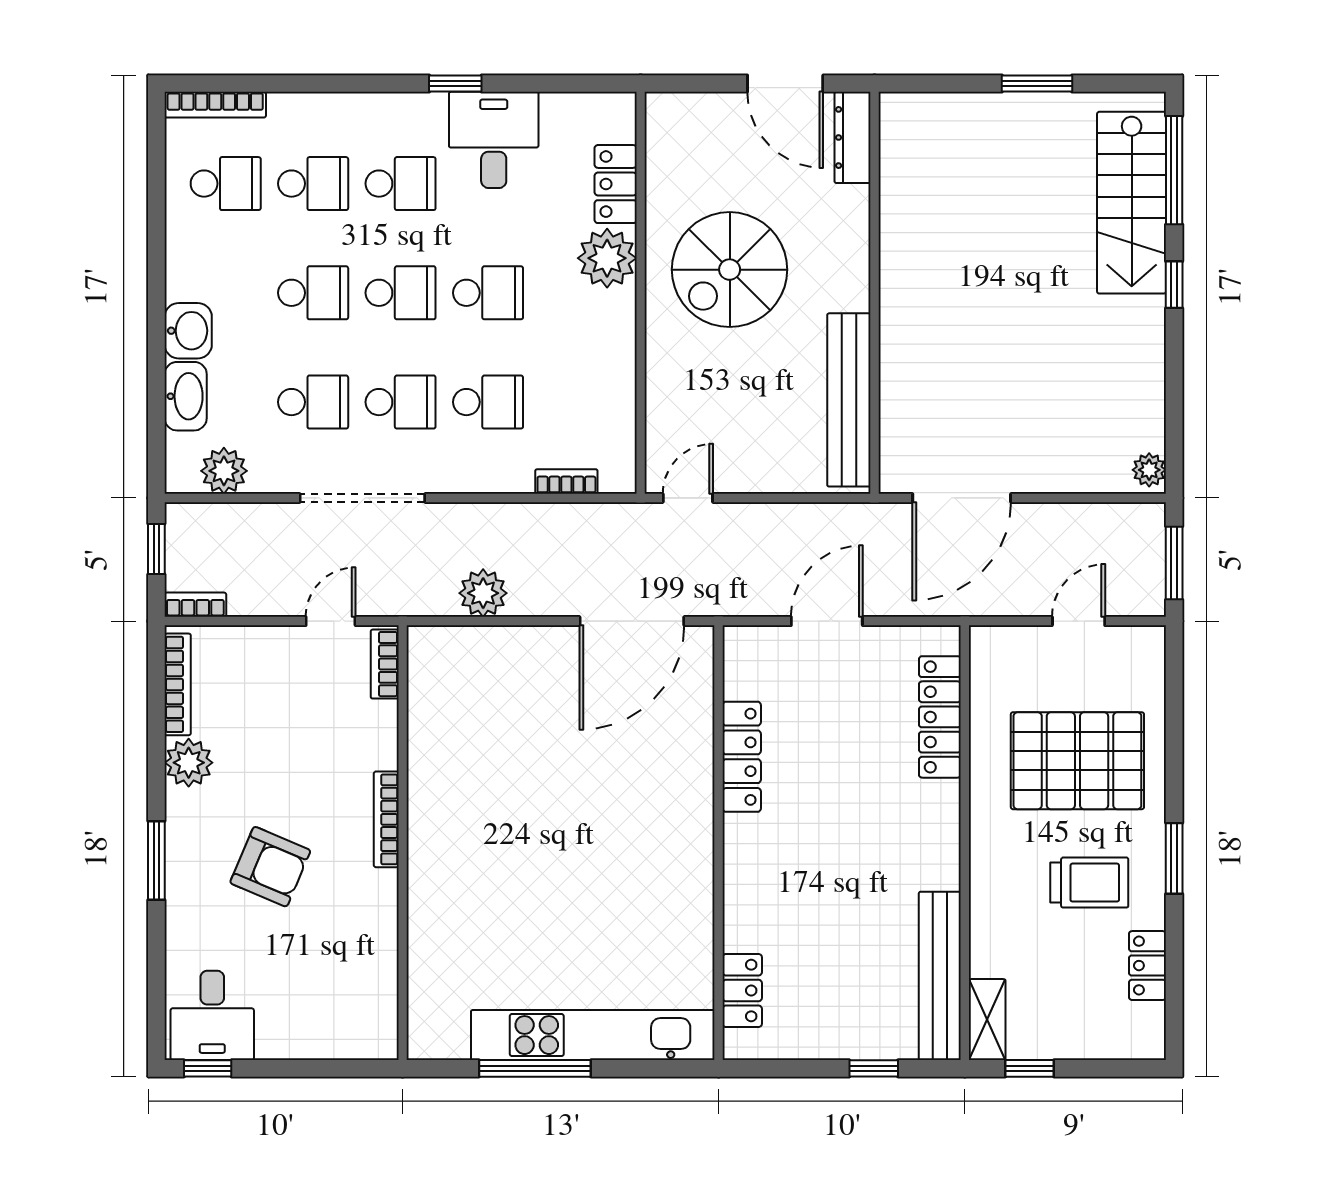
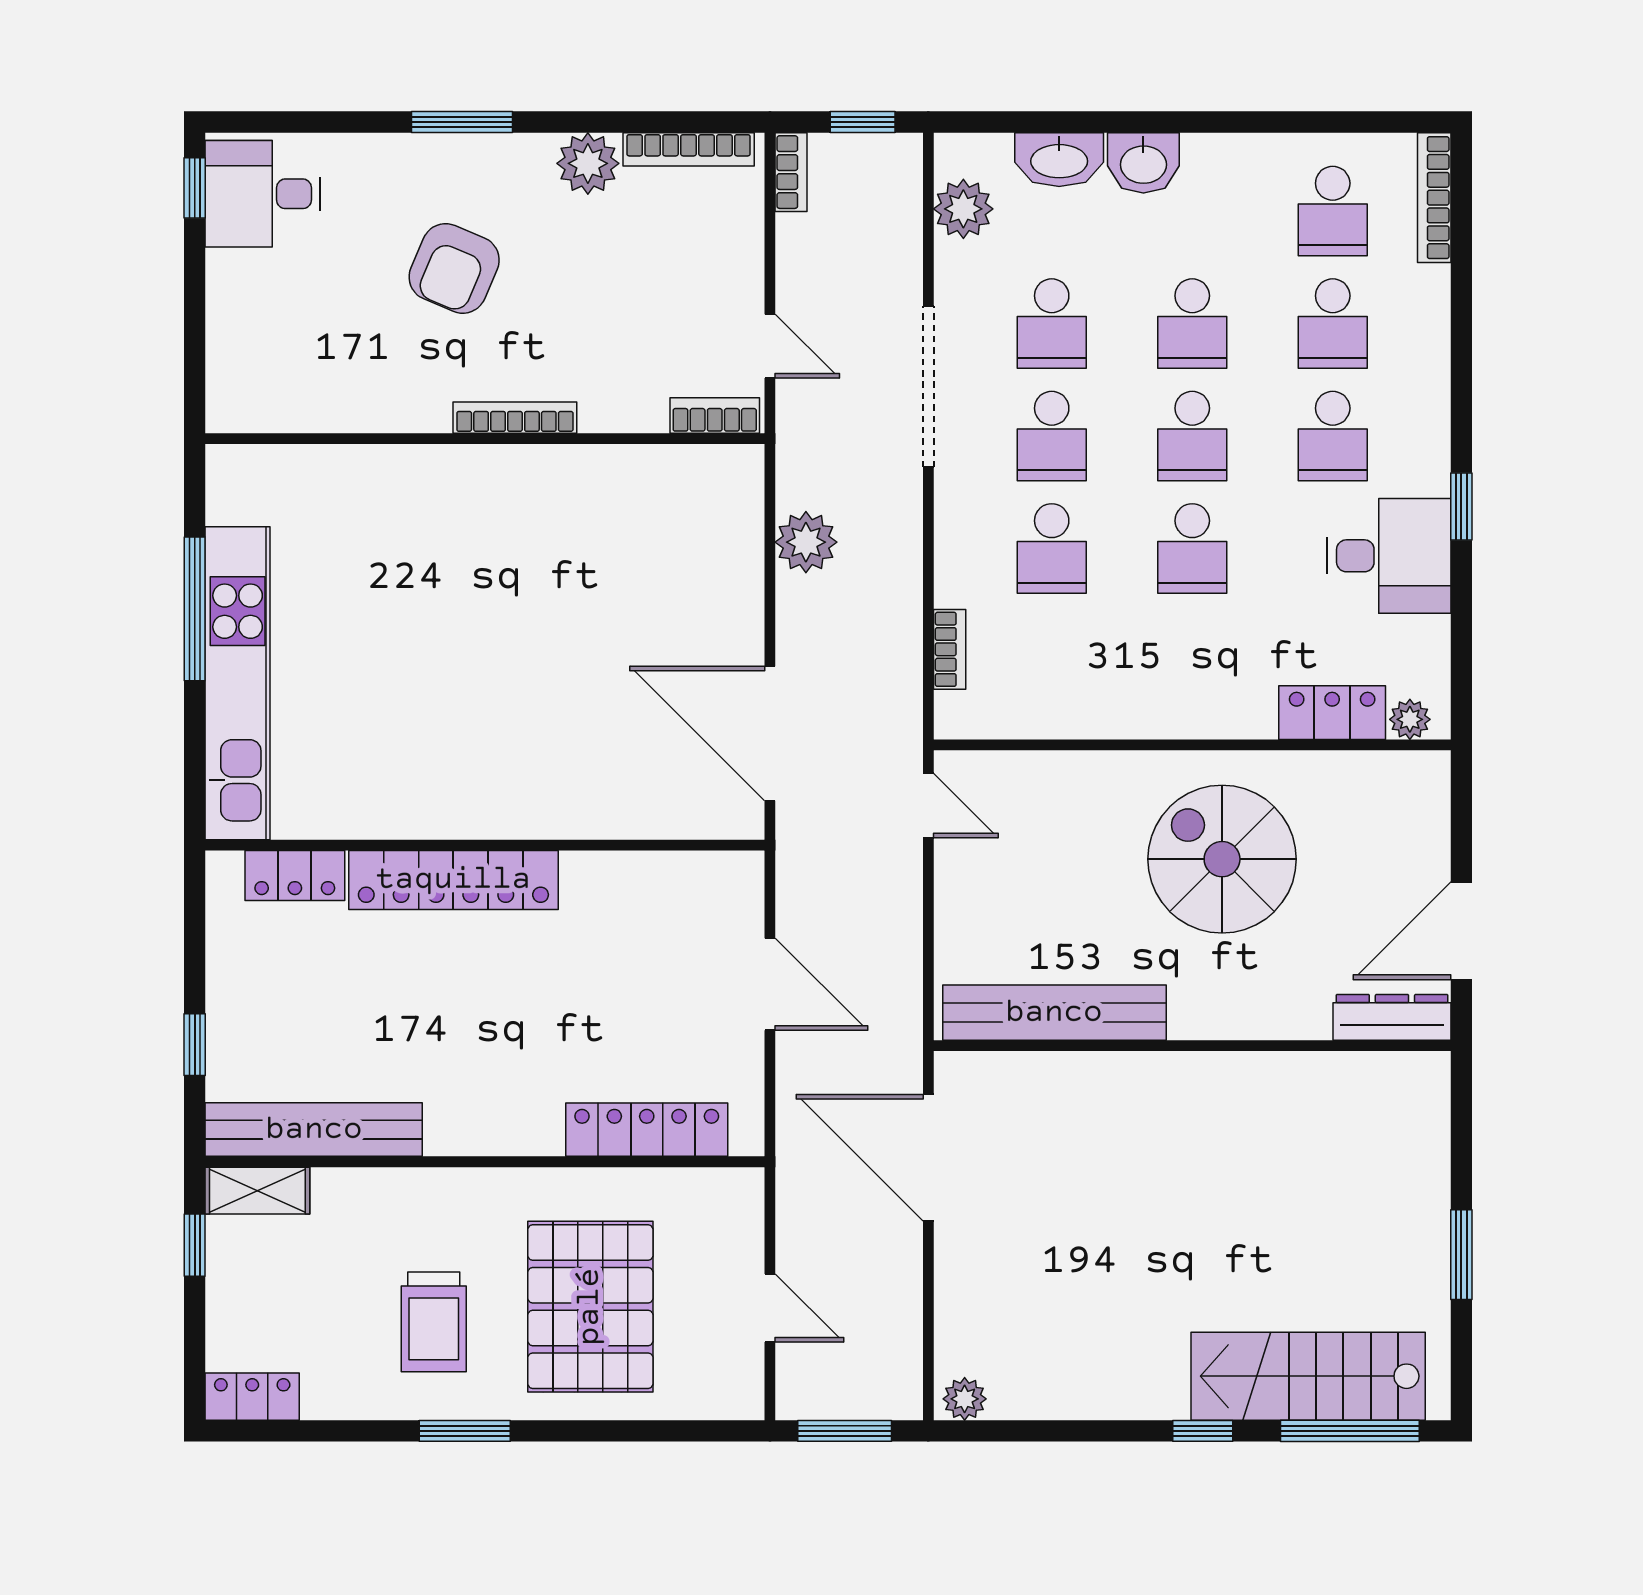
plant: (607, 258) -> (1410, 719), moved, width x0.53, depth x0.53
locker: (742, 757) -> (453, 880), moved, width x1.41, depth x1.21
locker: (1147, 966) -> (252, 1397), moved

